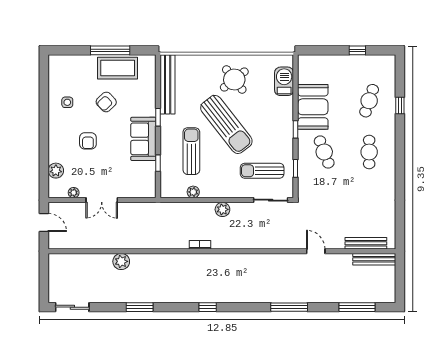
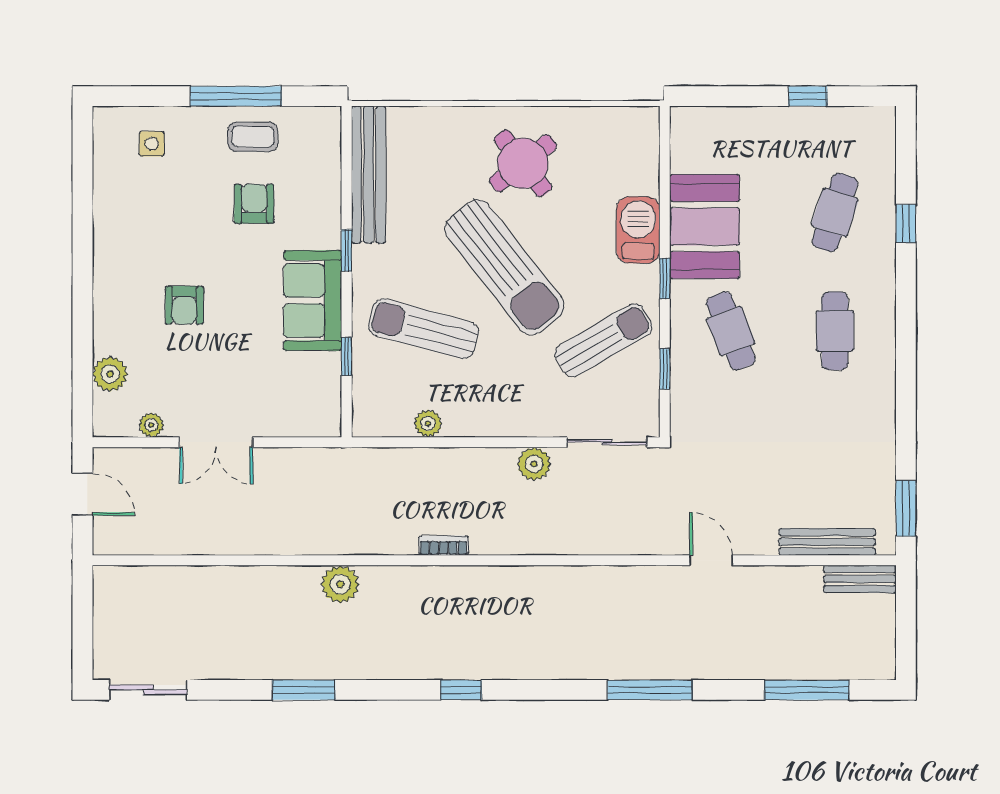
coffee table: (118, 68) -> (253, 137), width x0.54, depth x0.58
barbecue: (284, 81) -> (638, 230), moved
side table: (67, 102) -> (152, 144), moved
armchair: (106, 102) -> (254, 204), moved, turned 133
sun lounger: (191, 151) -> (424, 329), turned -75
sun lounger: (262, 171) -> (604, 340), moved, turned 150
plant: (222, 209) -> (534, 464), moved
window: (400, 229) -> (906, 508), added
bench: (374, 259) -> (860, 579), width x0.73
plant: (121, 261) -> (340, 584), moved

